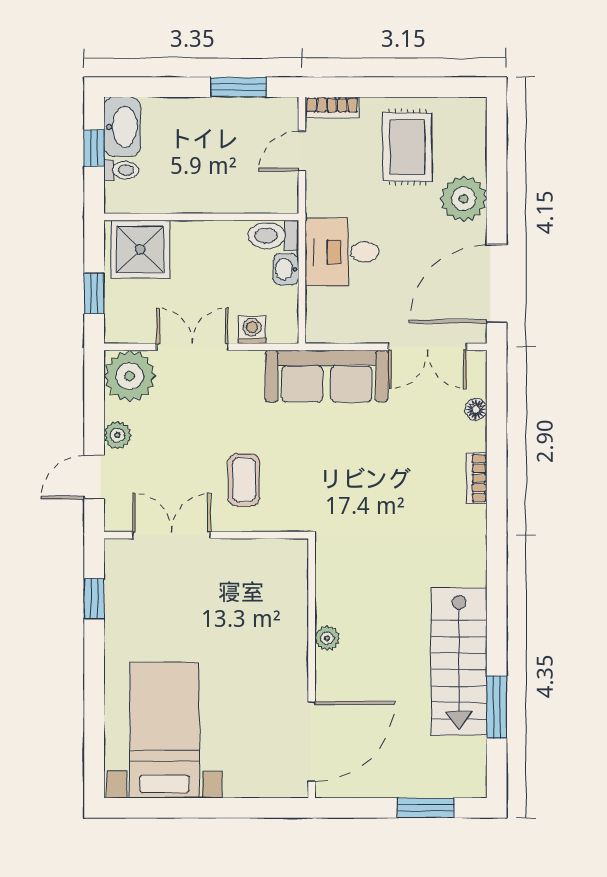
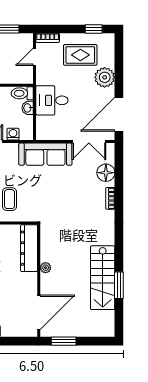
window: (438, 87) -> (94, 29), added
rug: (407, 147) -> (80, 55), turned 90
floor lamp: (476, 409) -> (106, 173), width x1.89, depth x1.89
dresser: (289, 593) -> (29, 248), added
window: (497, 707) -> (119, 285), moved
window: (426, 808) -> (64, 341), moved

